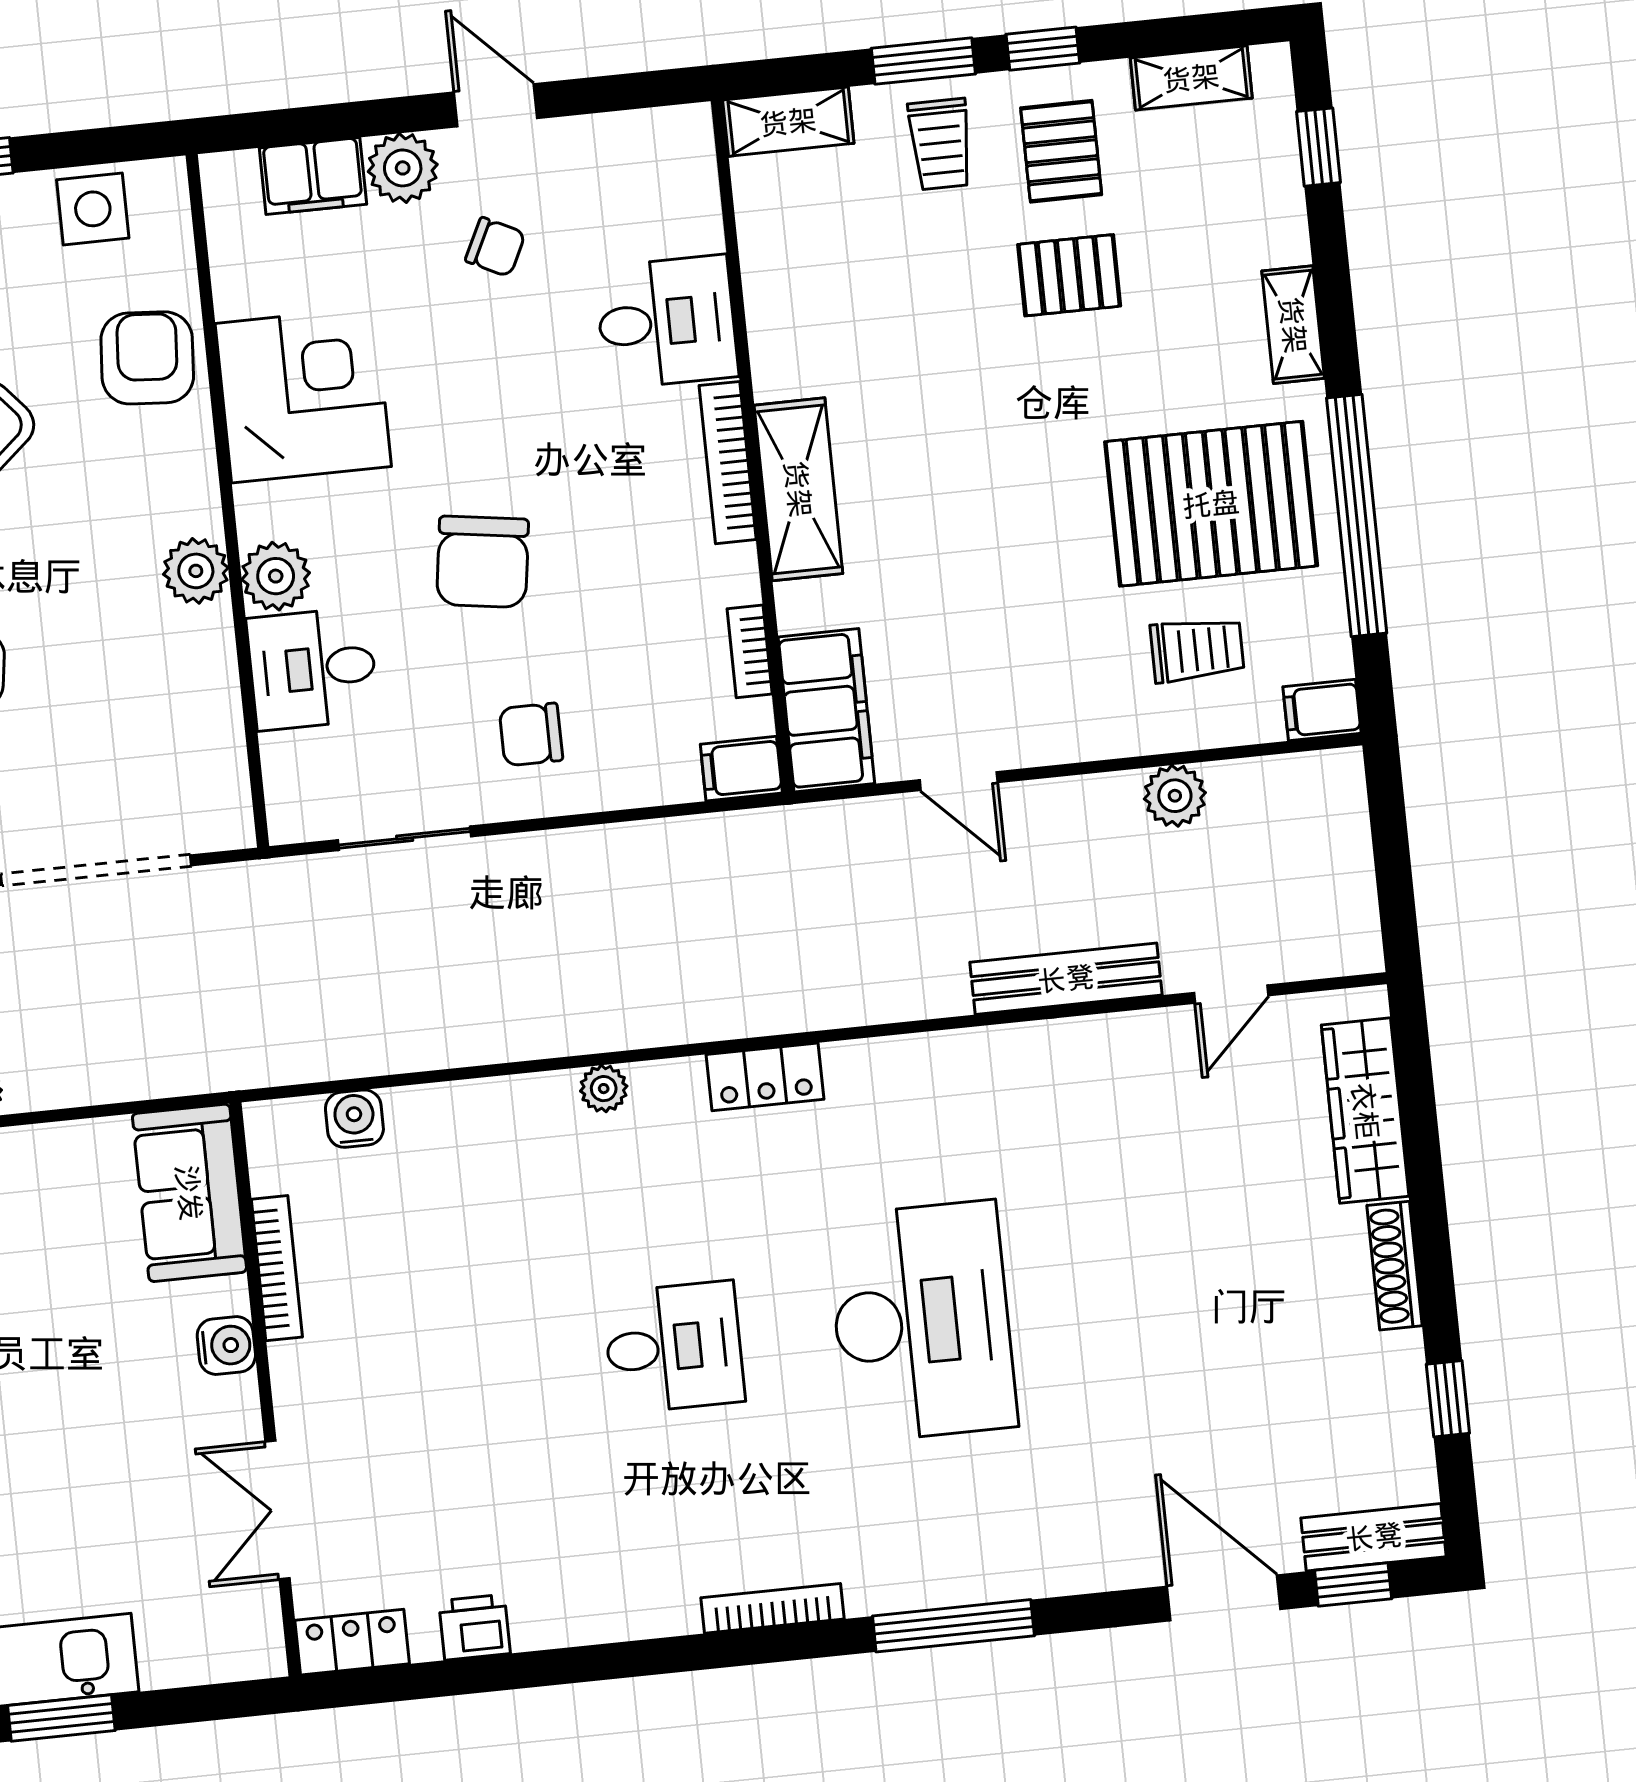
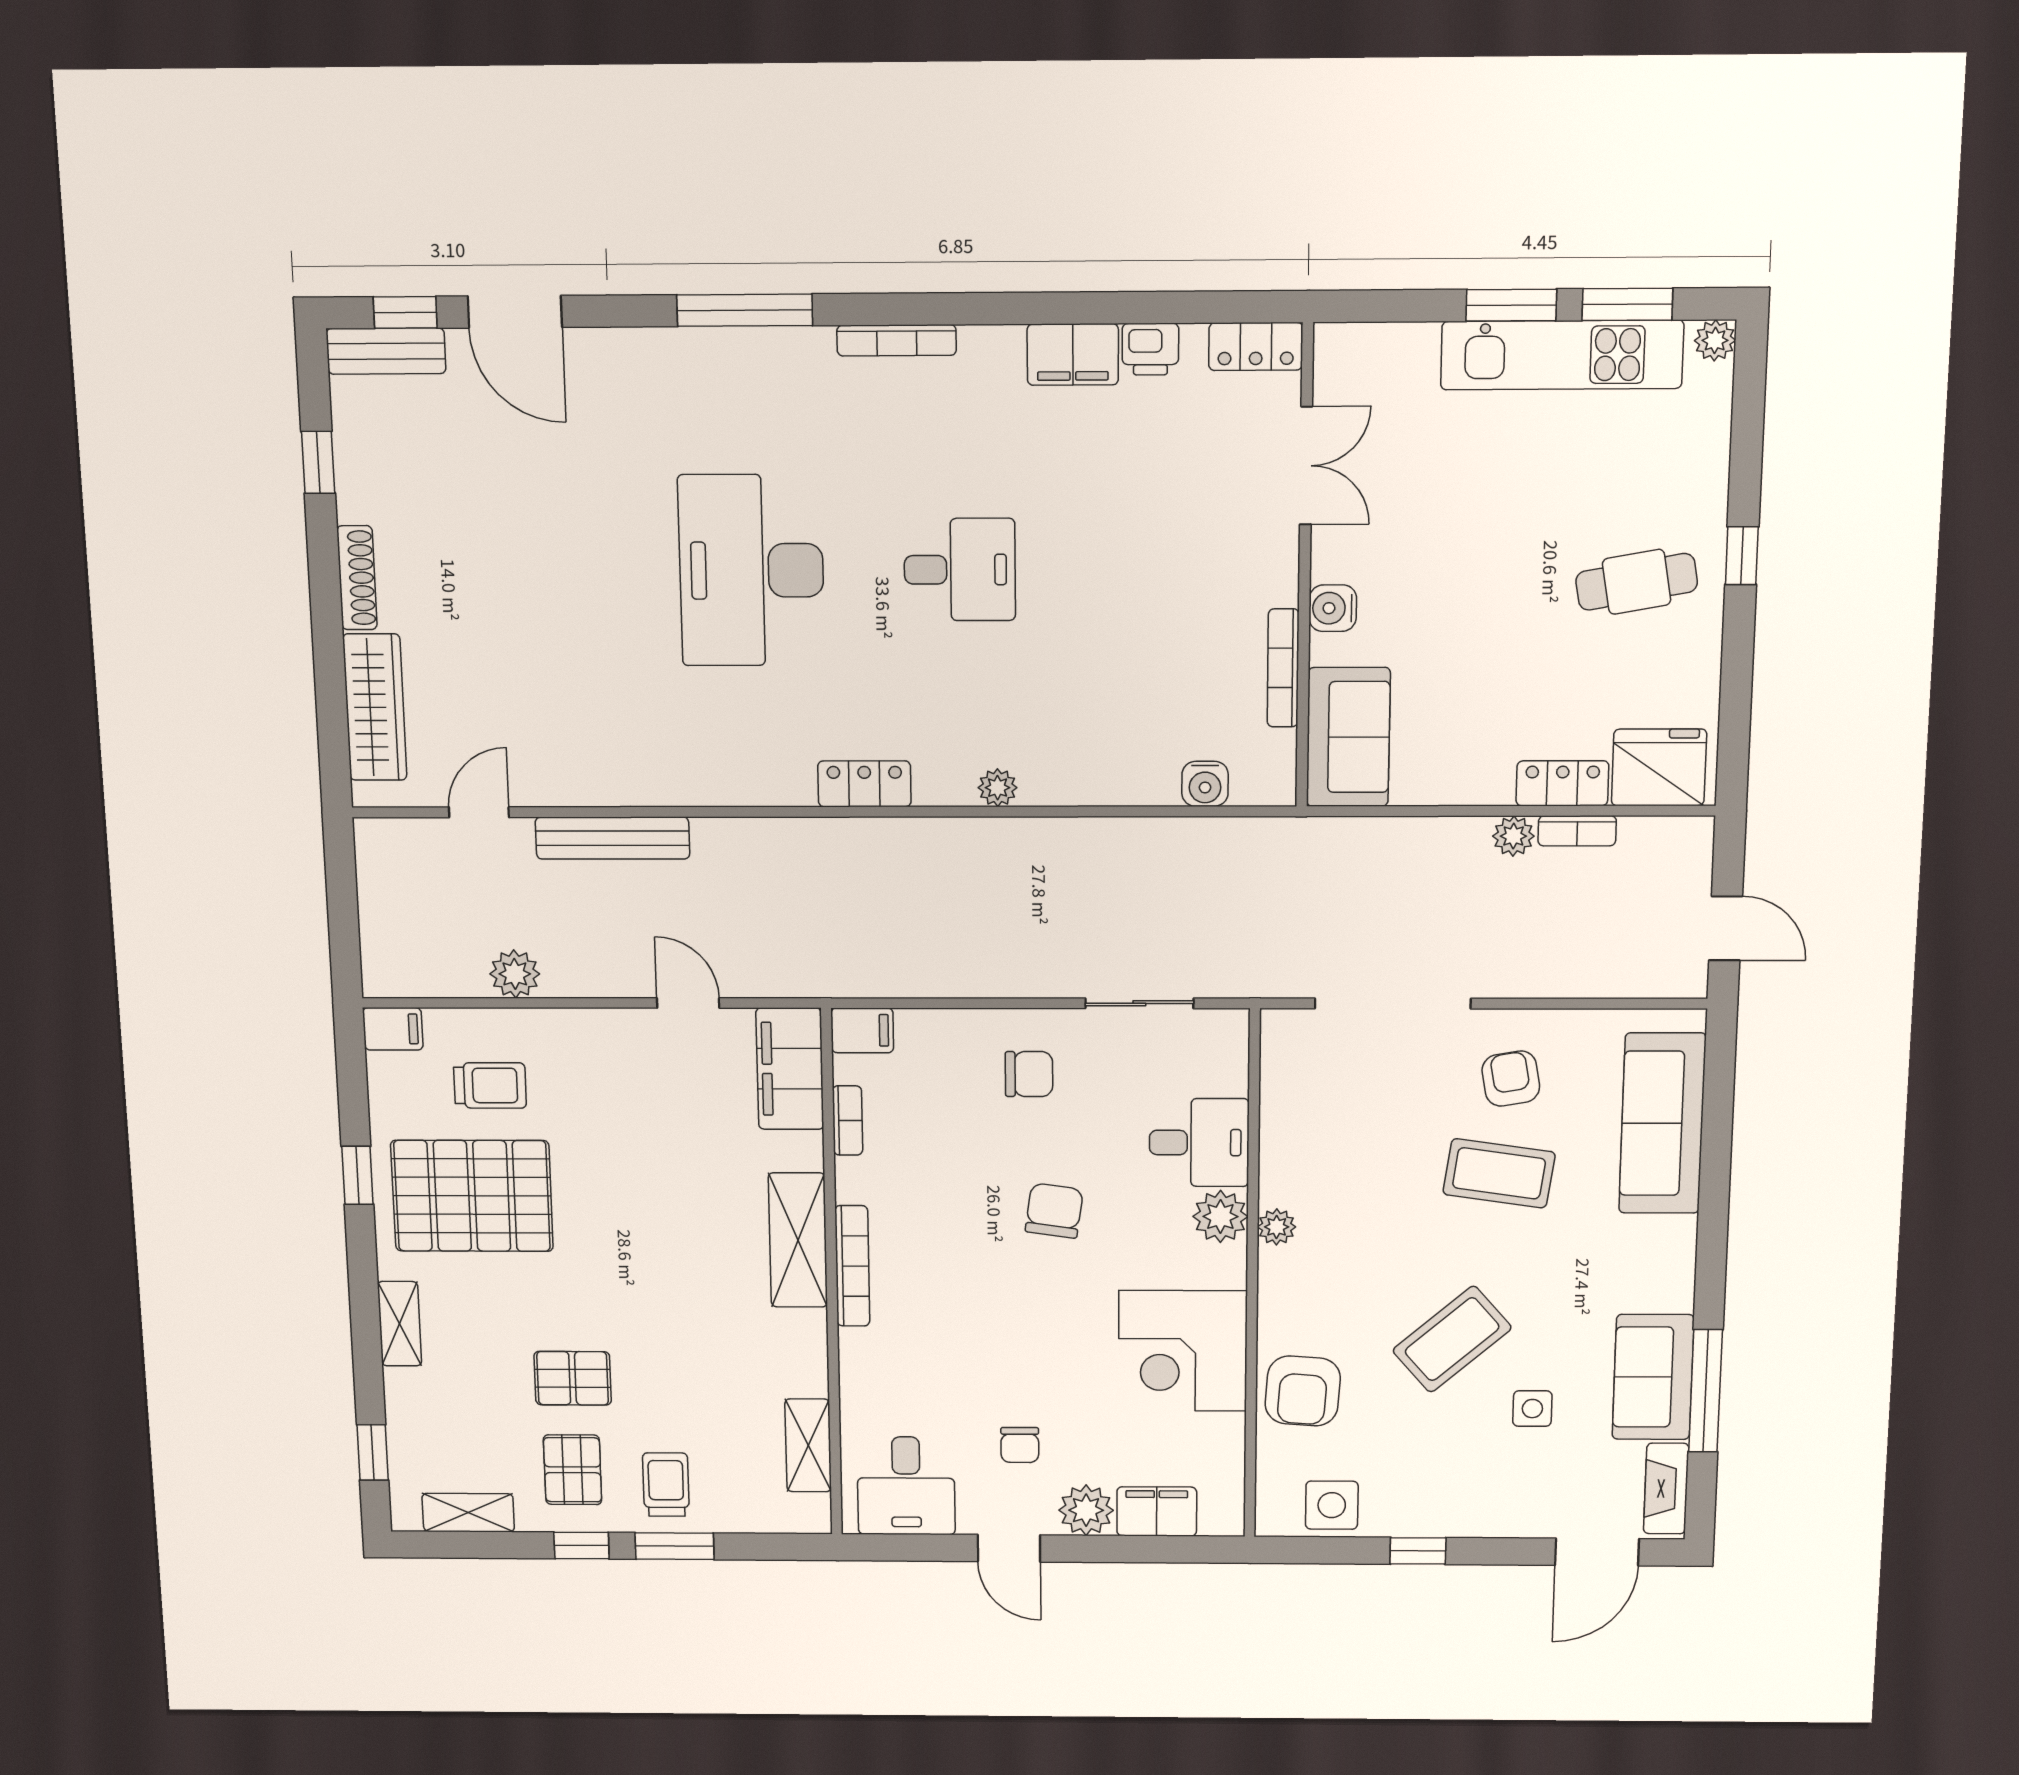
shelving: (788, 122) -> (808, 1445), moved, turned 90
chair: (495, 247) -> (1020, 1445), turned -116
desk: (667, 322) -> (906, 1486), moved, turned -90
window: (1357, 515) -> (357, 1175), width x0.32
chair: (483, 562) -> (1054, 1211), width x0.73, depth x0.73
plant: (196, 571) -> (1277, 1227), width x0.73, depth x0.73
trolley: (1197, 650) -> (490, 1085), turned 180
desk: (674, 1347) -> (960, 570), turned 180
filing cabinet: (565, 1612) -> (1073, 354), added

